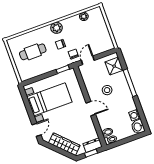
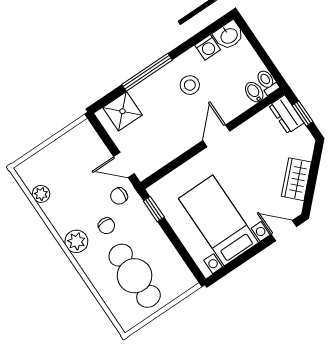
cafe table: (33, 52) -> (135, 276), width x1.37, depth x1.35
stool: (107, 90) -> (190, 85), moved
wardrobe: (64, 144) -> (296, 179), width x0.67

